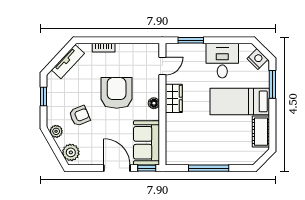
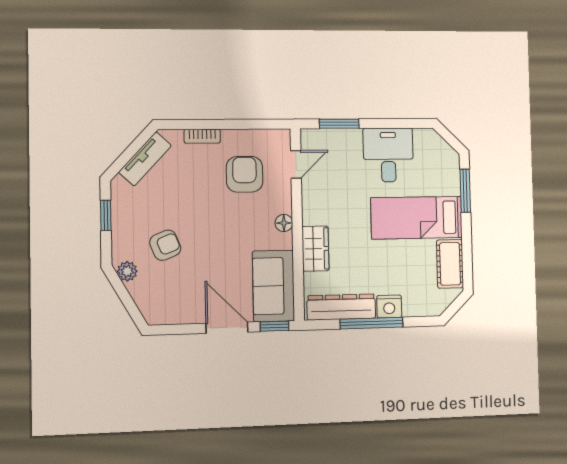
nightstand: (258, 59) -> (389, 306), moved, turned 135
armchair: (117, 93) -> (244, 174), moved, width x0.73, depth x0.73
wardrobe: (174, 98) -> (315, 249), moved
plant: (71, 152) -> (152, 305), removed
dresser: (189, 157) -> (341, 307), added

